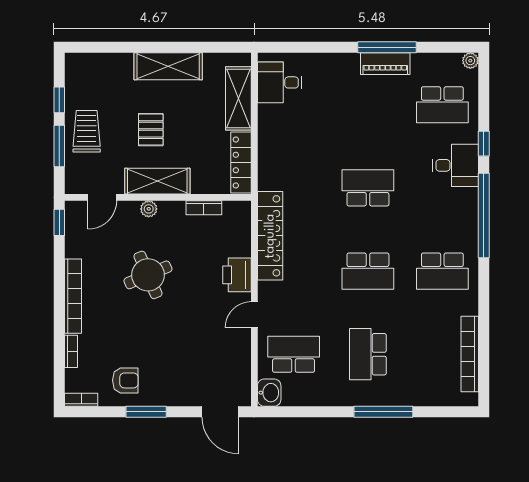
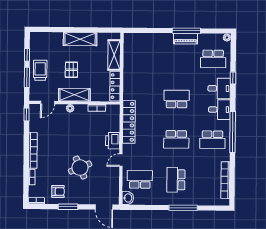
desk: (280, 82) -> (219, 110), moved, turned 180
window: (484, 216) -> (233, 132), moved
round table: (148, 275) -> (80, 168), moved

